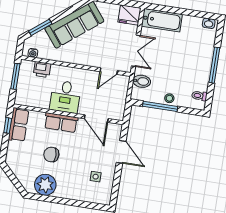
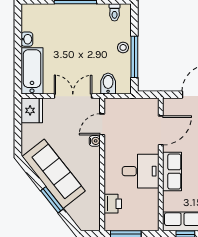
washbasin: (209, 23) -> (27, 39), moved
window: (40, 27) -> (52, 200), moved
water cooler: (33, 53) -> (95, 141), moved
door: (109, 71) -> (102, 124), swing flipped

